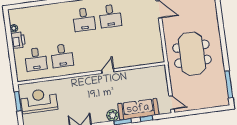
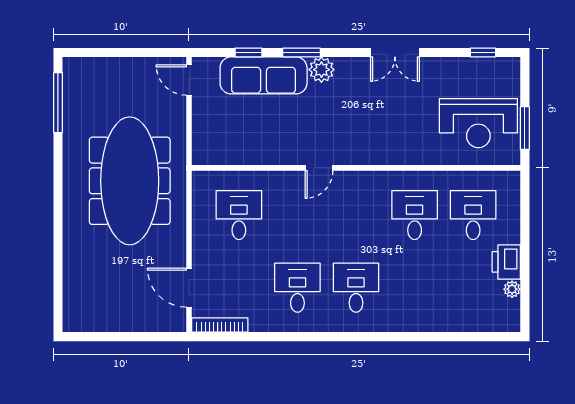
desk: (141, 45) -> (239, 215), added
meeting table: (192, 54) -> (130, 181), width x1.36

